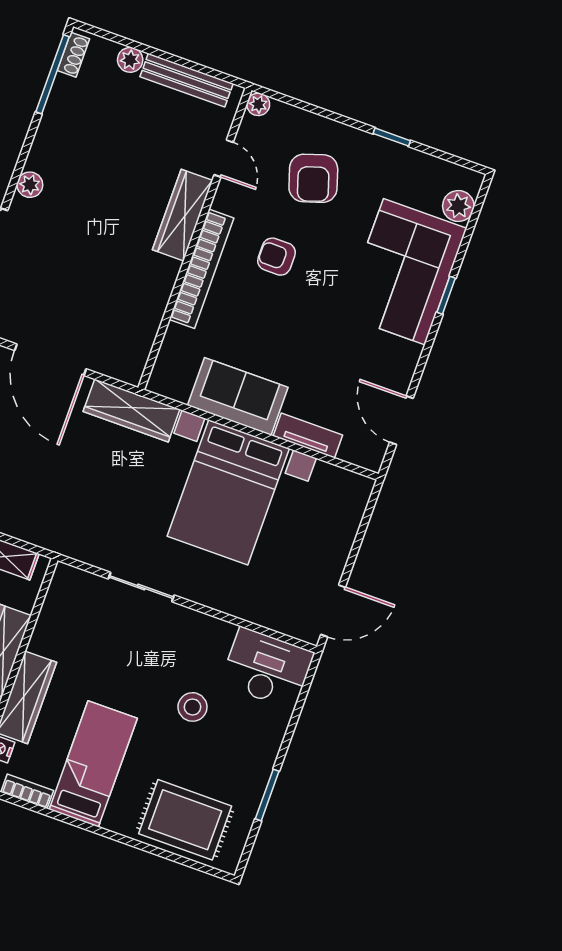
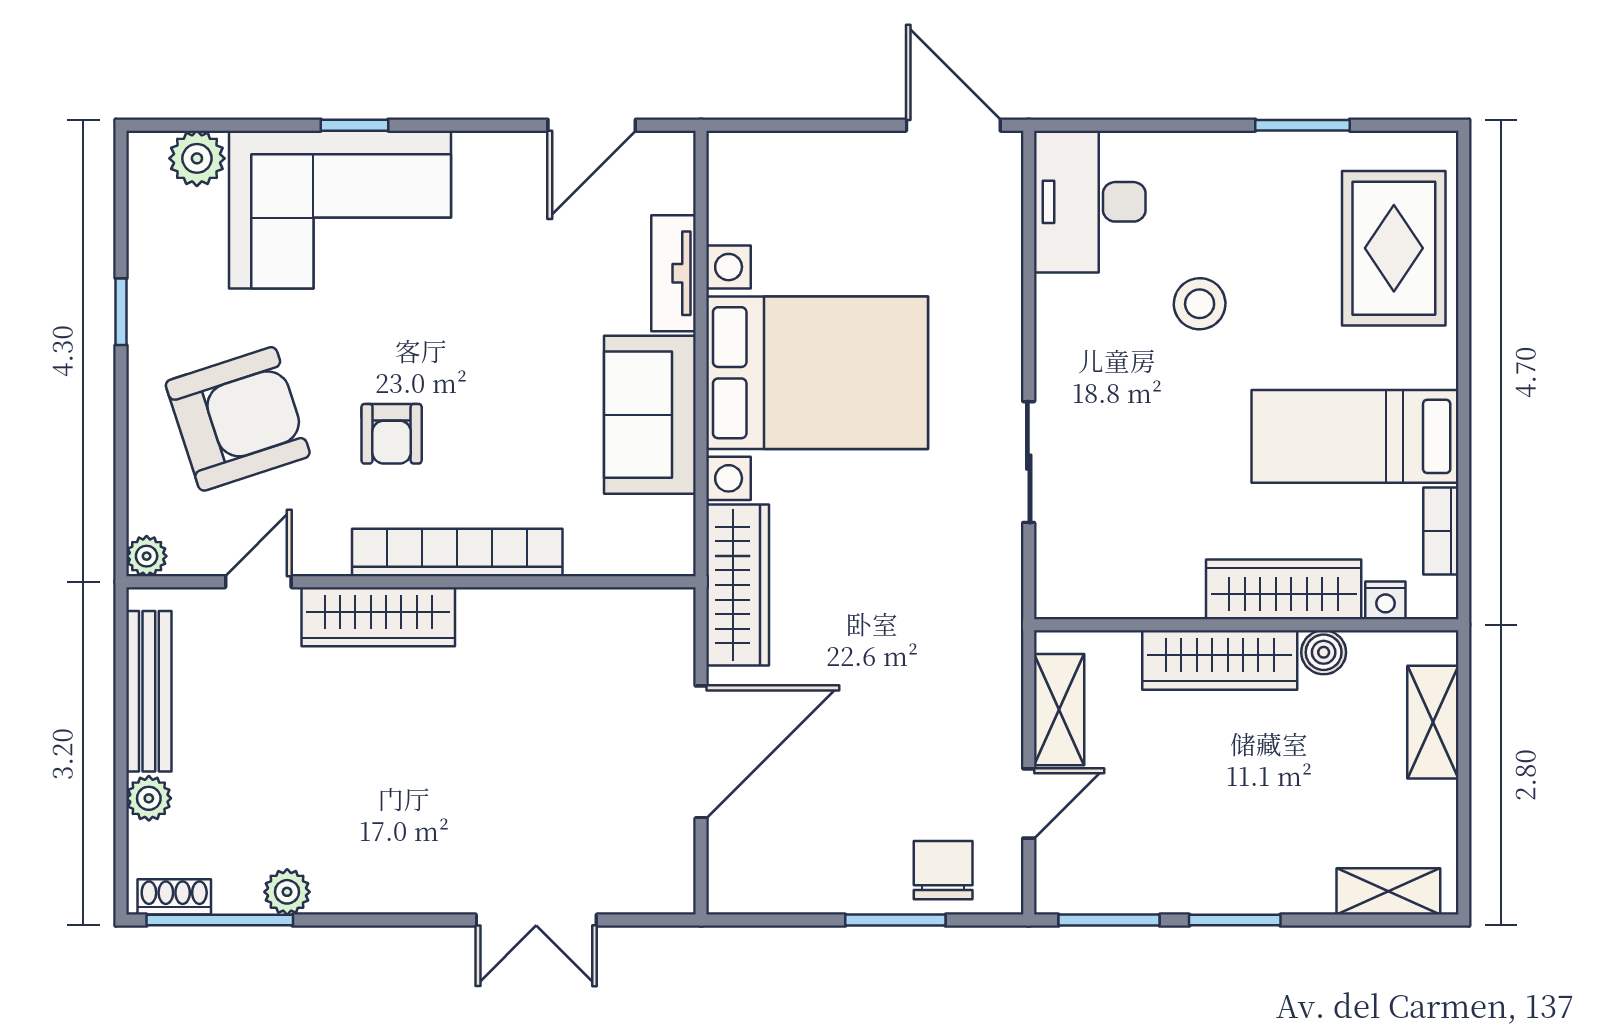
armchair: (313, 178) -> (238, 419), width x1.36, depth x1.36
plant: (30, 185) -> (287, 892), moved

